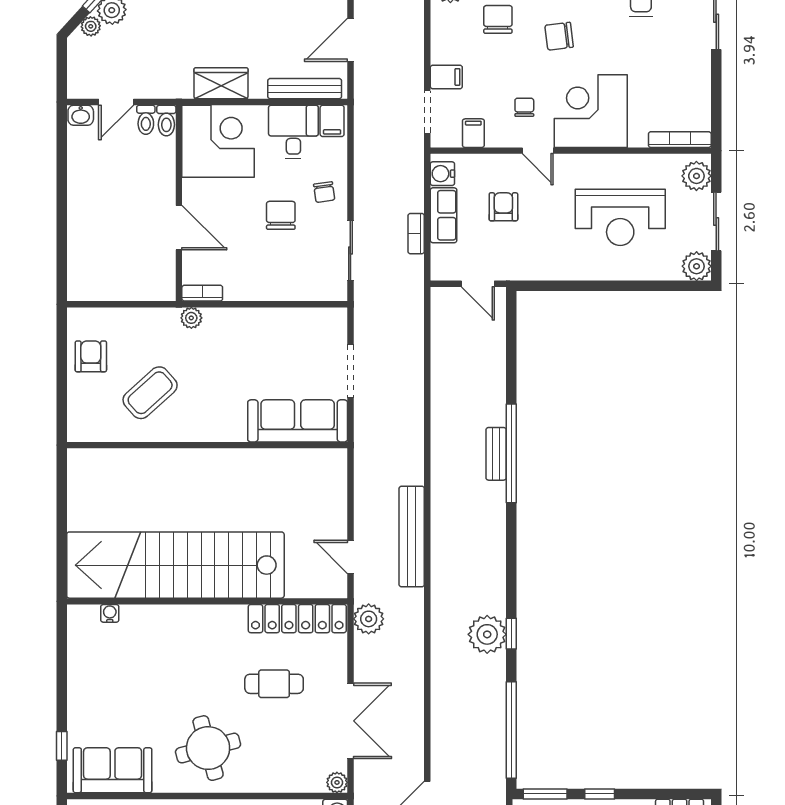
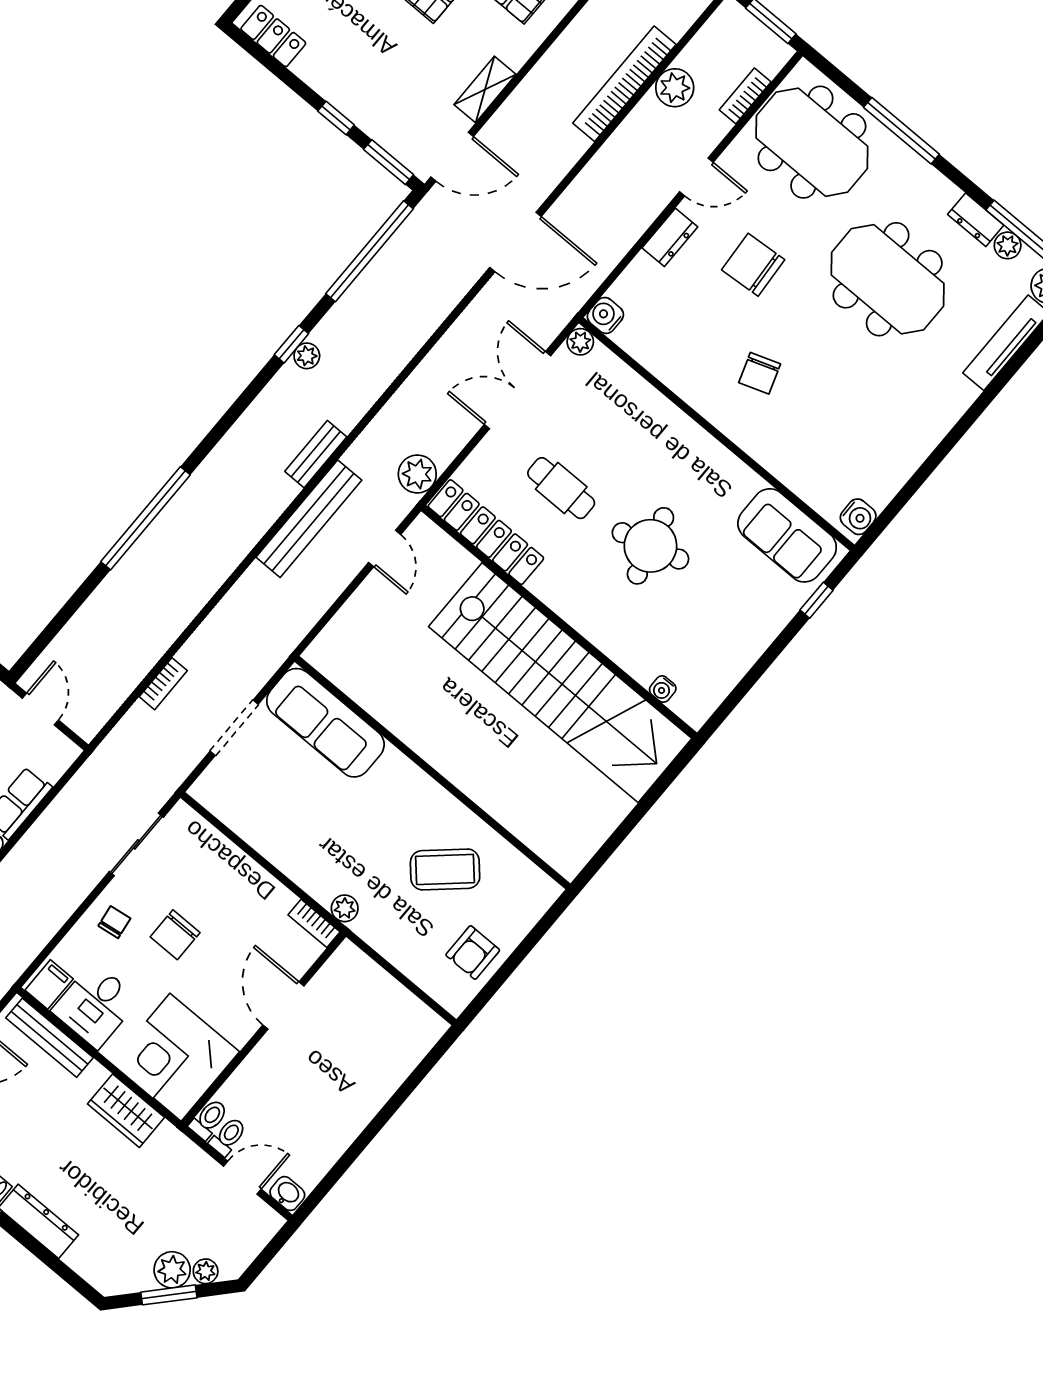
bookcase: (416, 234) -> (163, 684), moved
bench: (496, 454) -> (316, 454), moved
plant: (487, 634) -> (307, 356), width x0.53, depth x0.53
round table: (208, 748) -> (650, 546), moved

